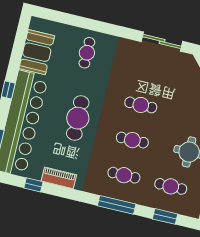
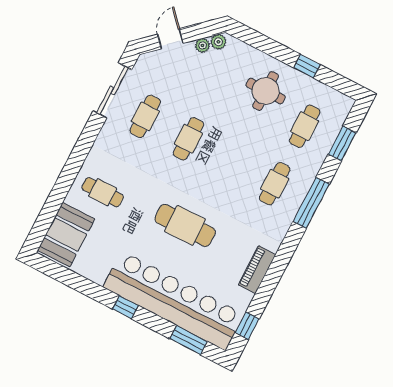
booth: (37, 52) -> (66, 235), moved, turned 90
cafe table: (132, 140) -> (145, 116), moved
window: (33, 185) -> (247, 326), moved

